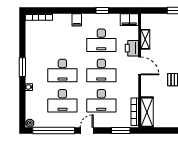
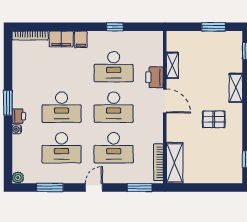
filing cabinet: (129, 20) -> (61, 39), moved
printer: (31, 77) -> (19, 116), added
window: (54, 131) -> (50, 188), width x0.47

